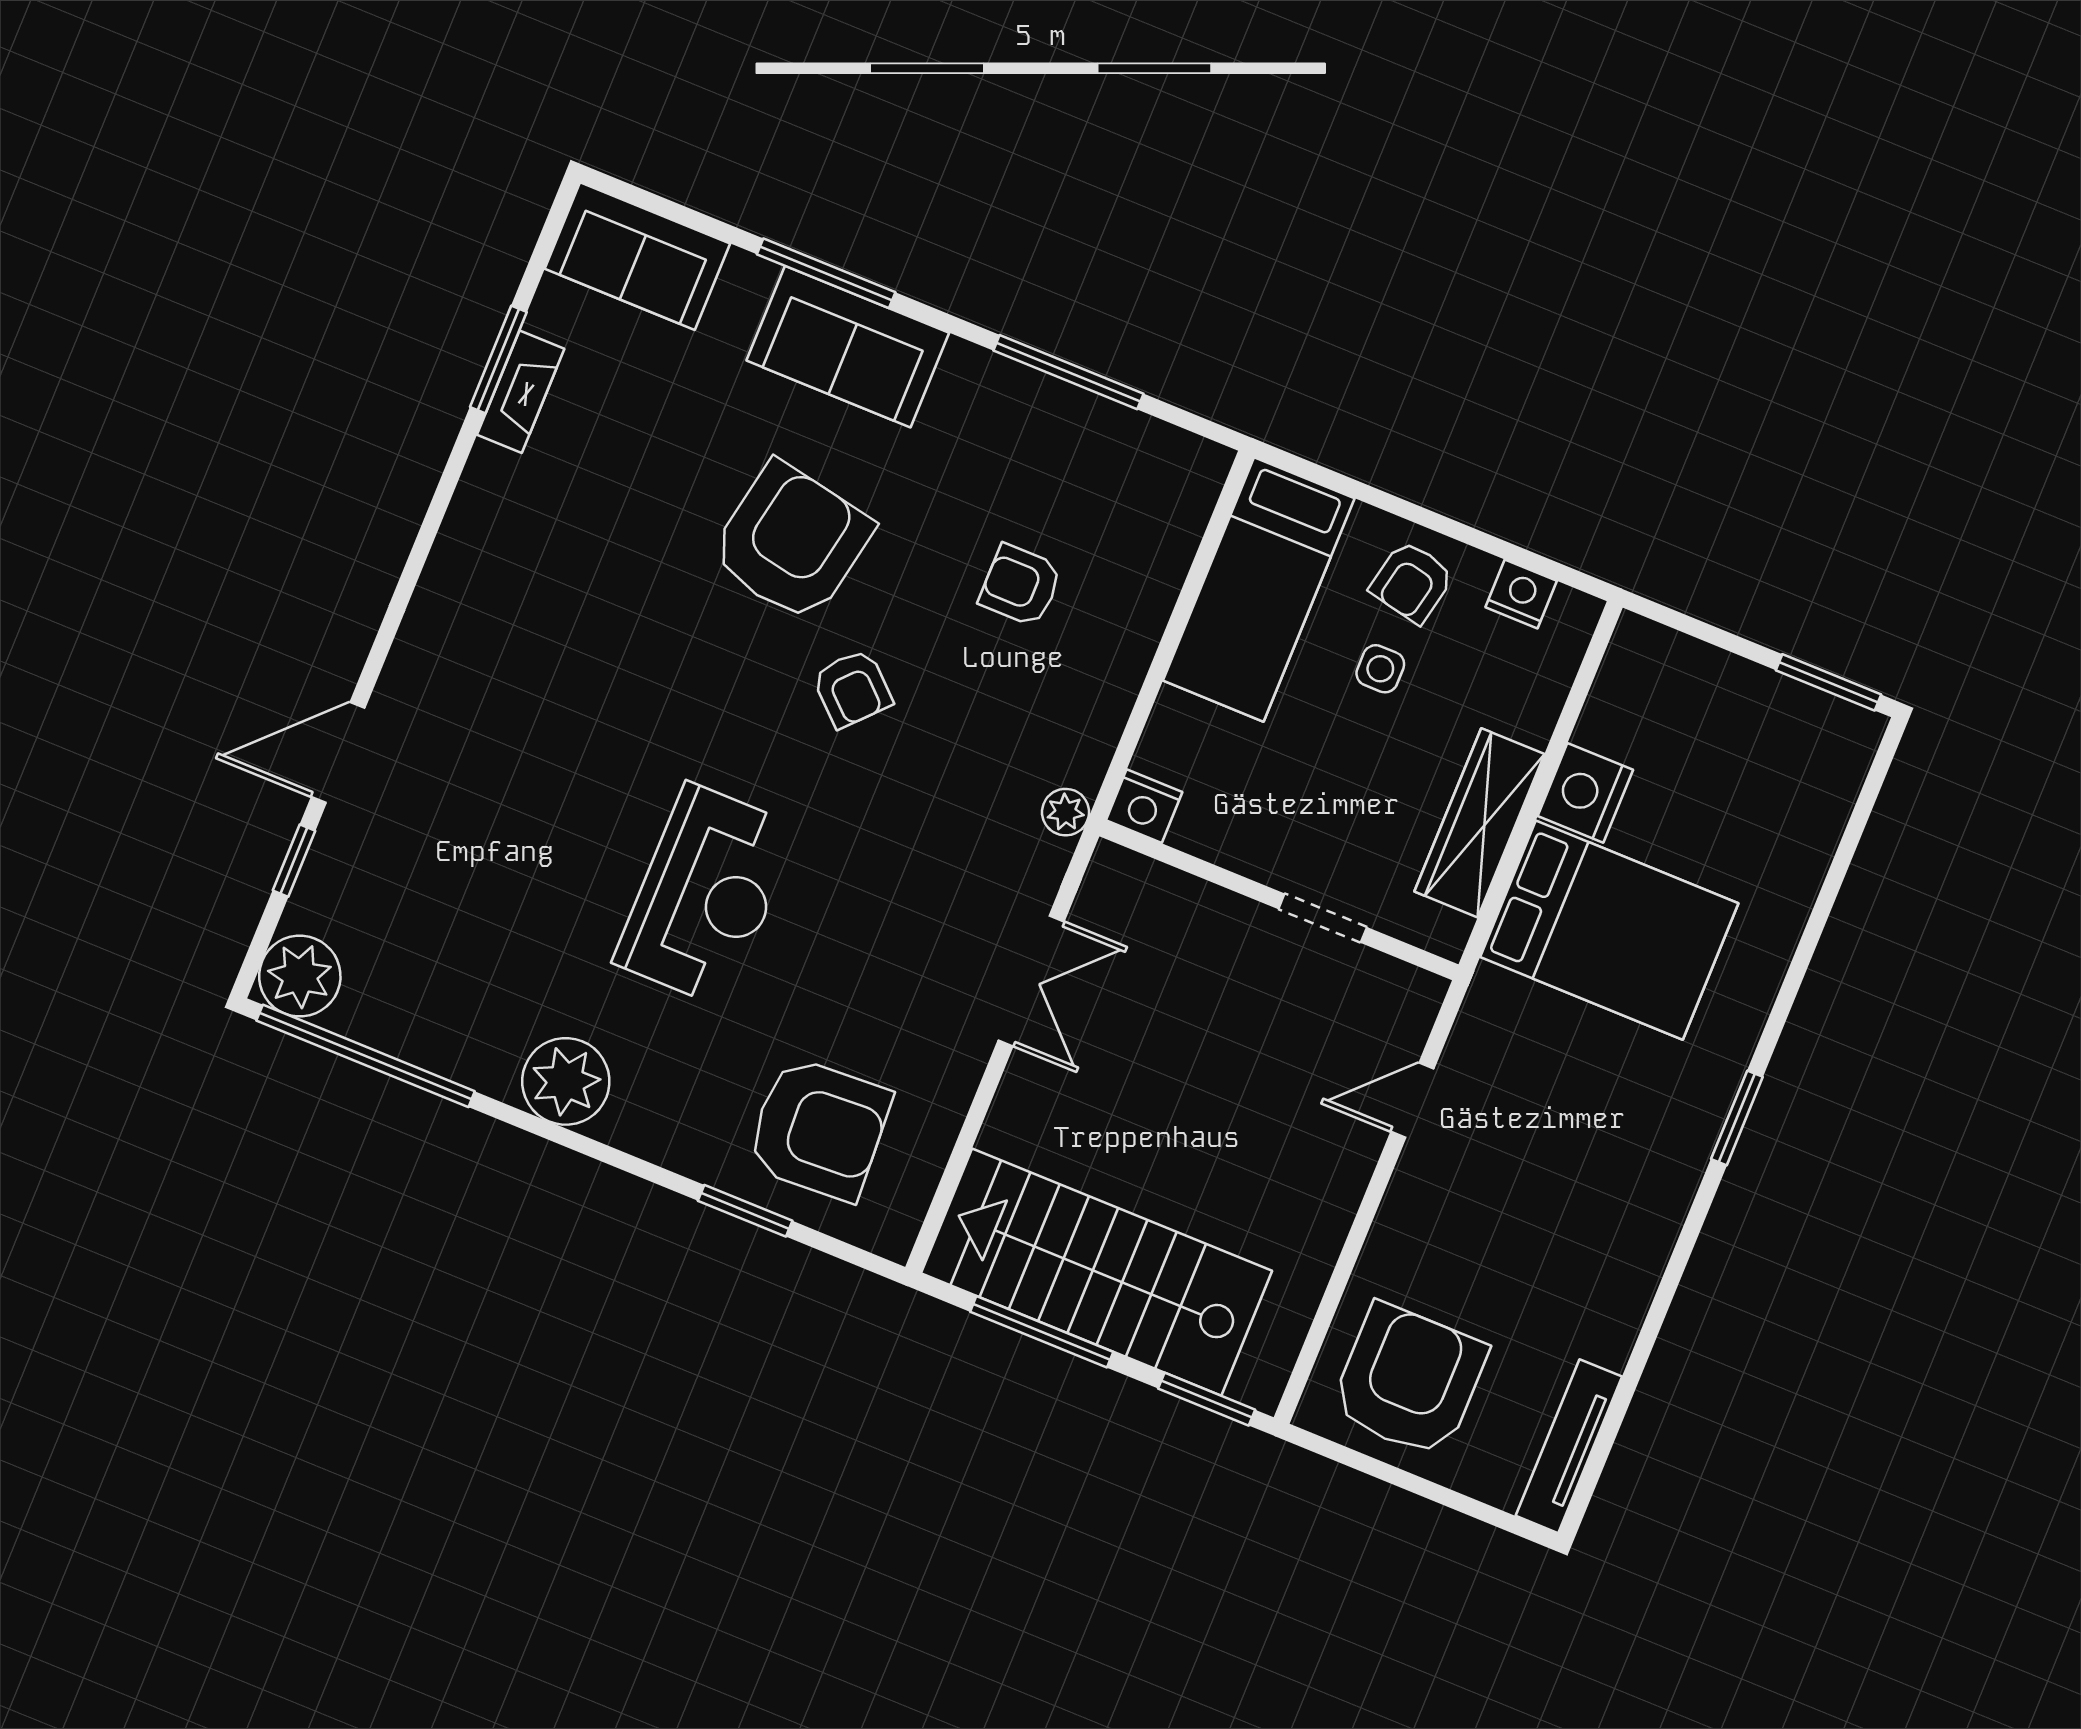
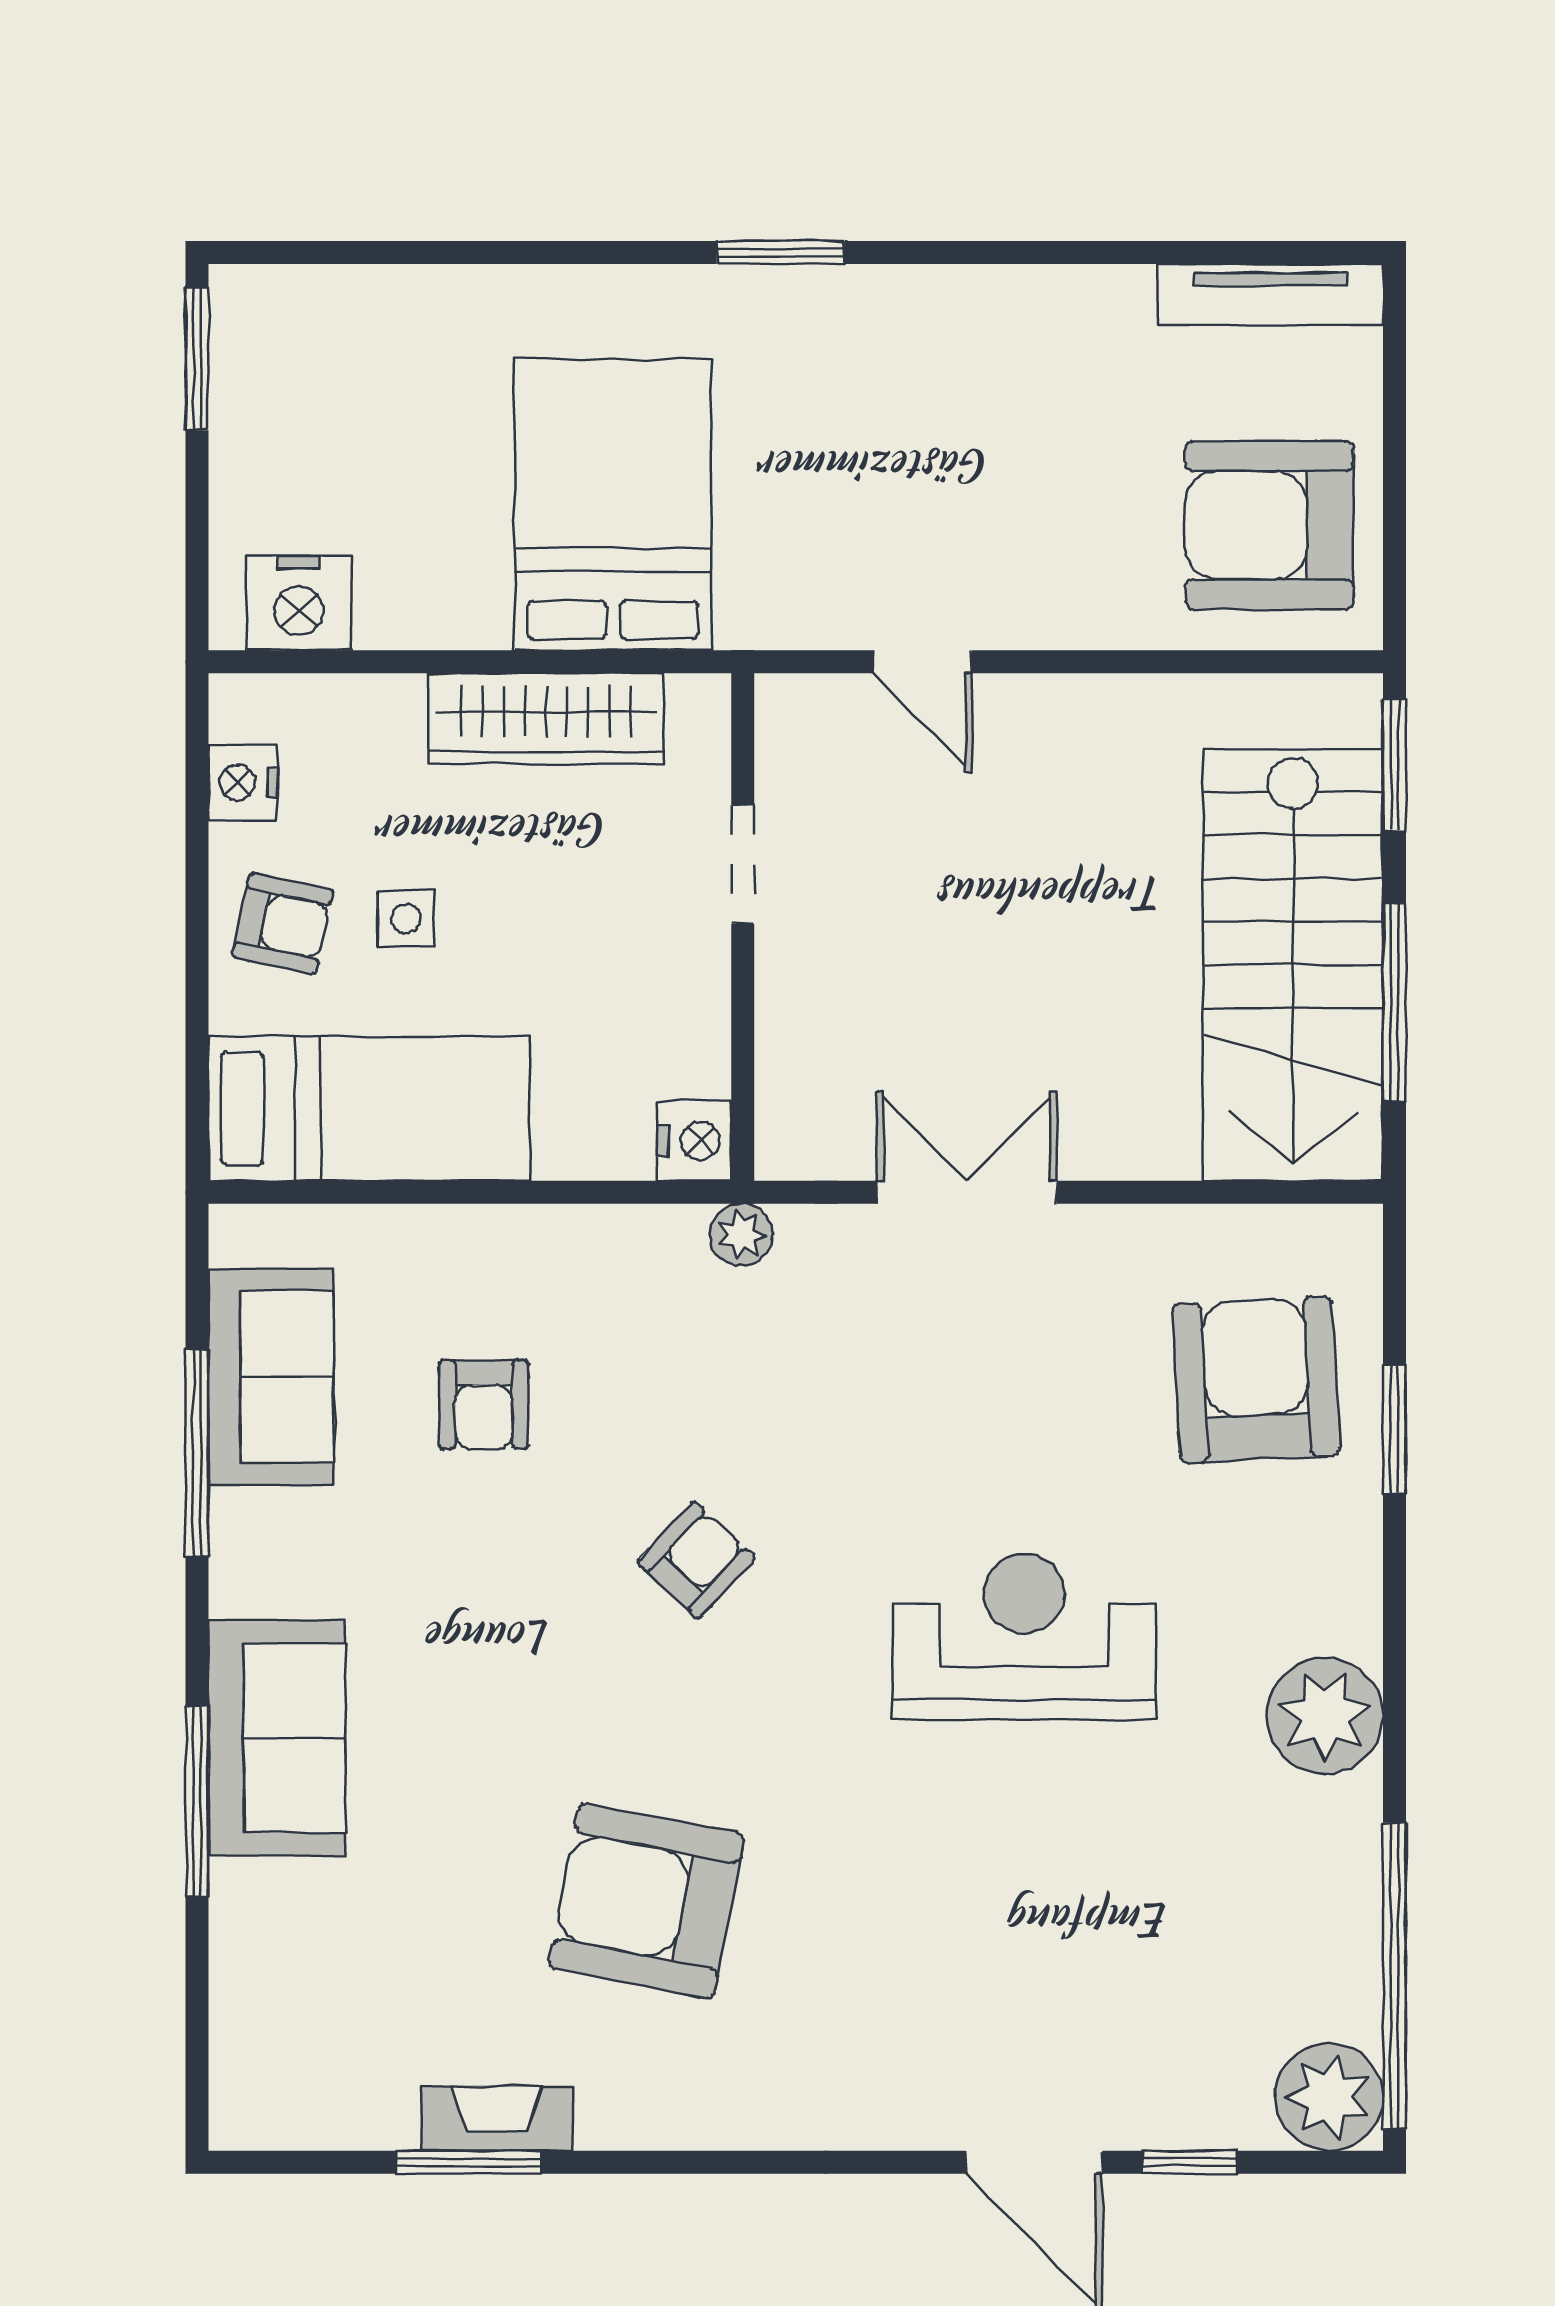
sofa: (637, 256) -> (271, 1377), moved
armchair: (792, 542) -> (646, 1901), moved
nightstand: (1585, 793) -> (299, 603), moved

